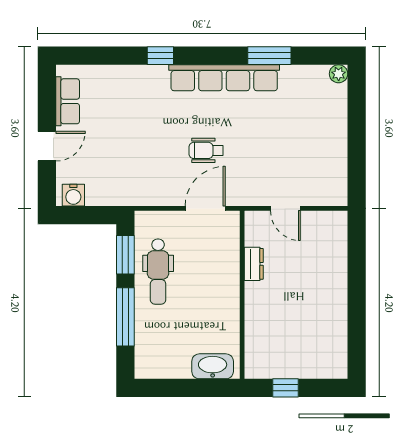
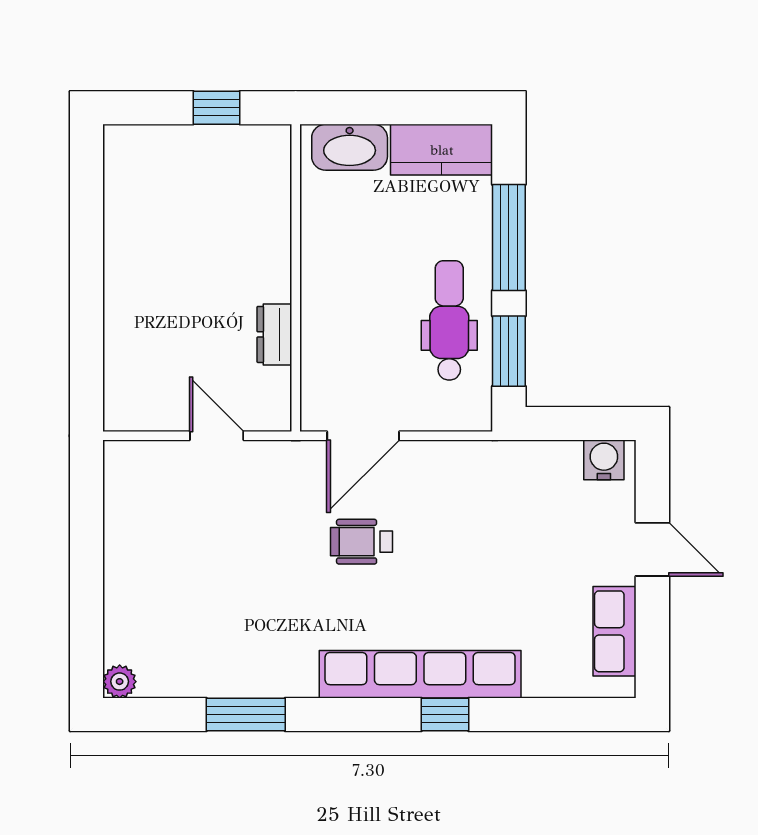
row of seats: (224, 78) -> (420, 674), moved
door: (47, 146) -> (652, 549), swing flipped
wheelchair: (206, 150) -> (361, 542), turned 180
kitchen counter: (162, 365) -> (442, 150), added

